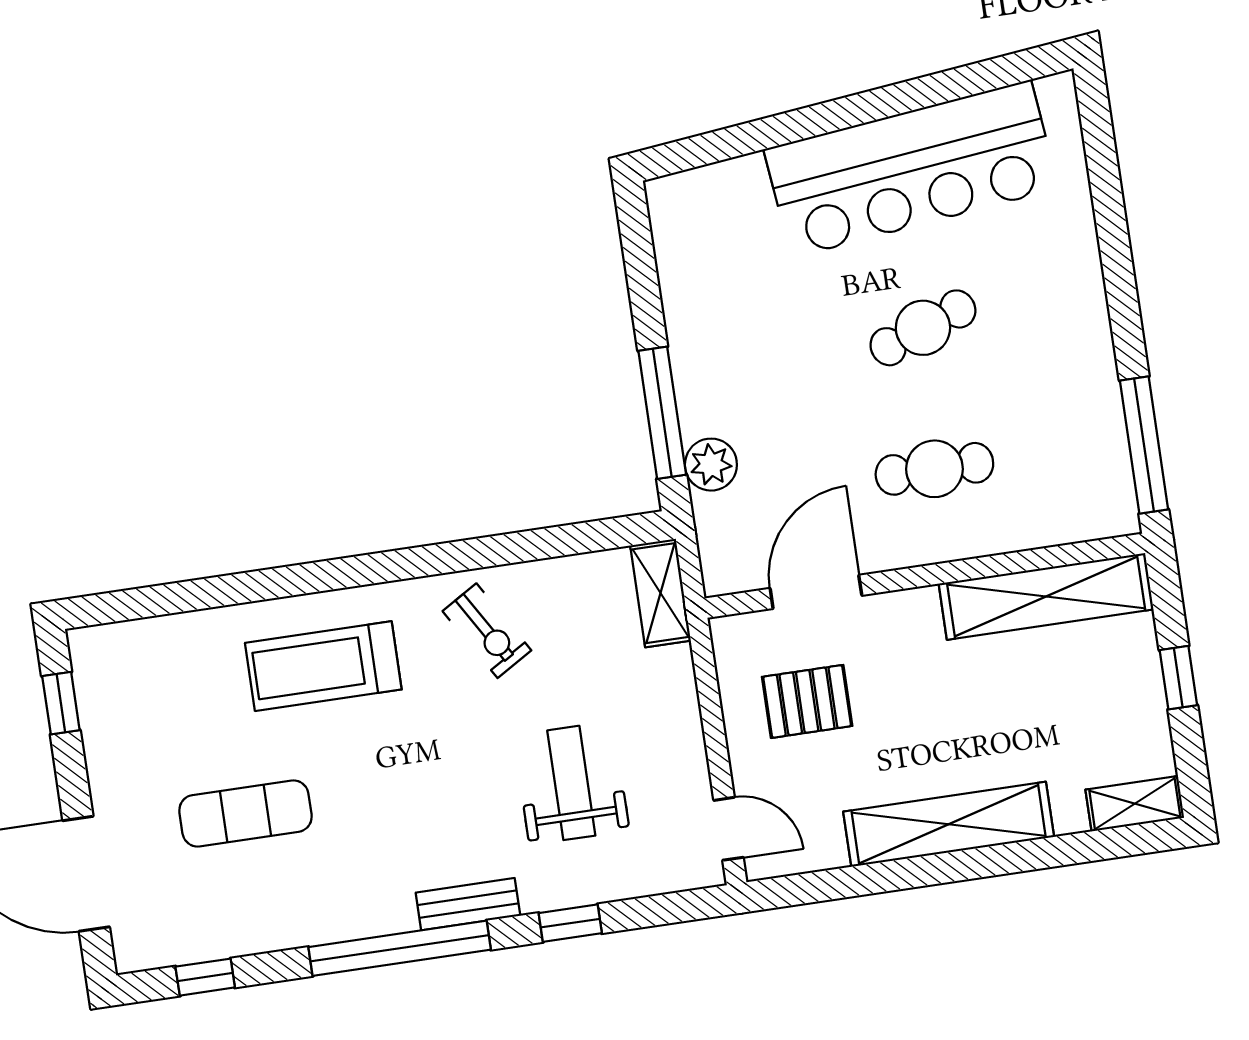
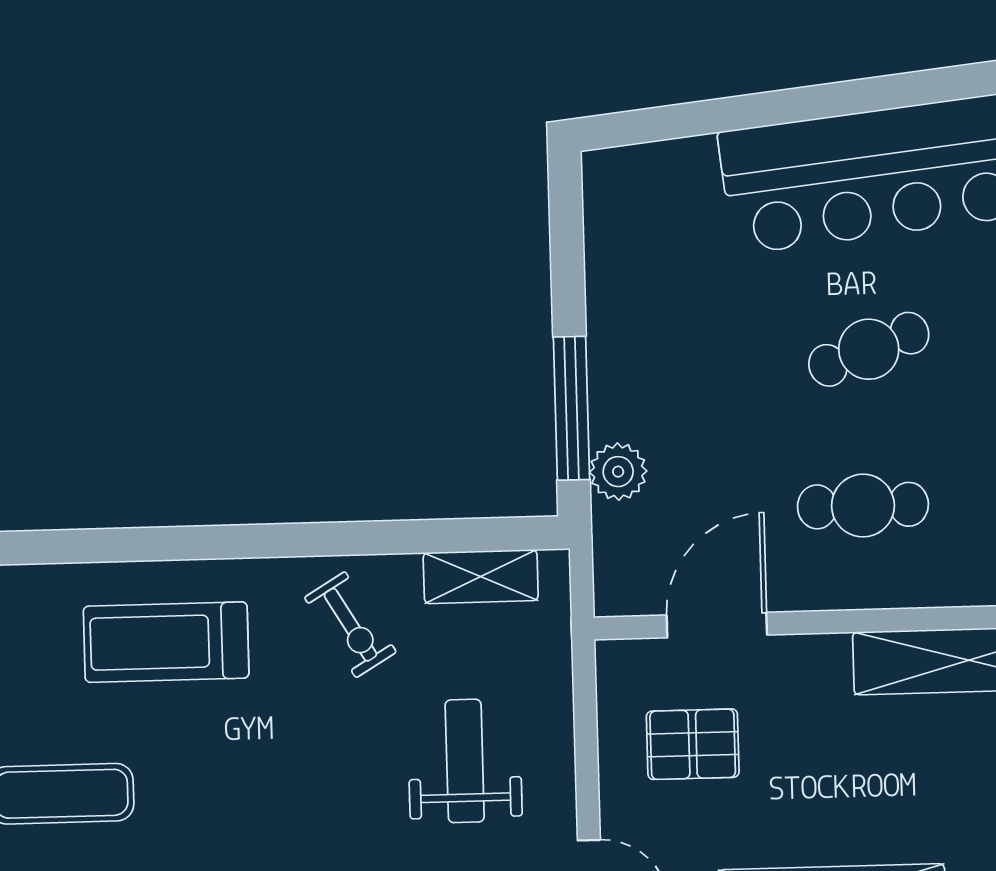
shelving: (661, 593) -> (481, 577), moved, turned 90
weight bench: (571, 783) -> (465, 761), moved

